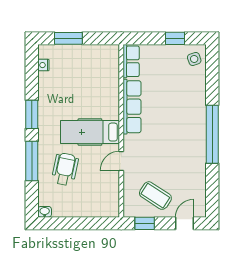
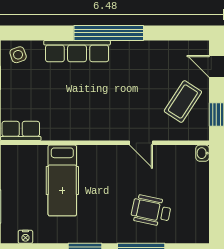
row of seats: (132, 107) -> (77, 51), moved, turned 180
hospital bed: (90, 132) -> (62, 180), moved
washbasin: (45, 212) -> (203, 153), moved

